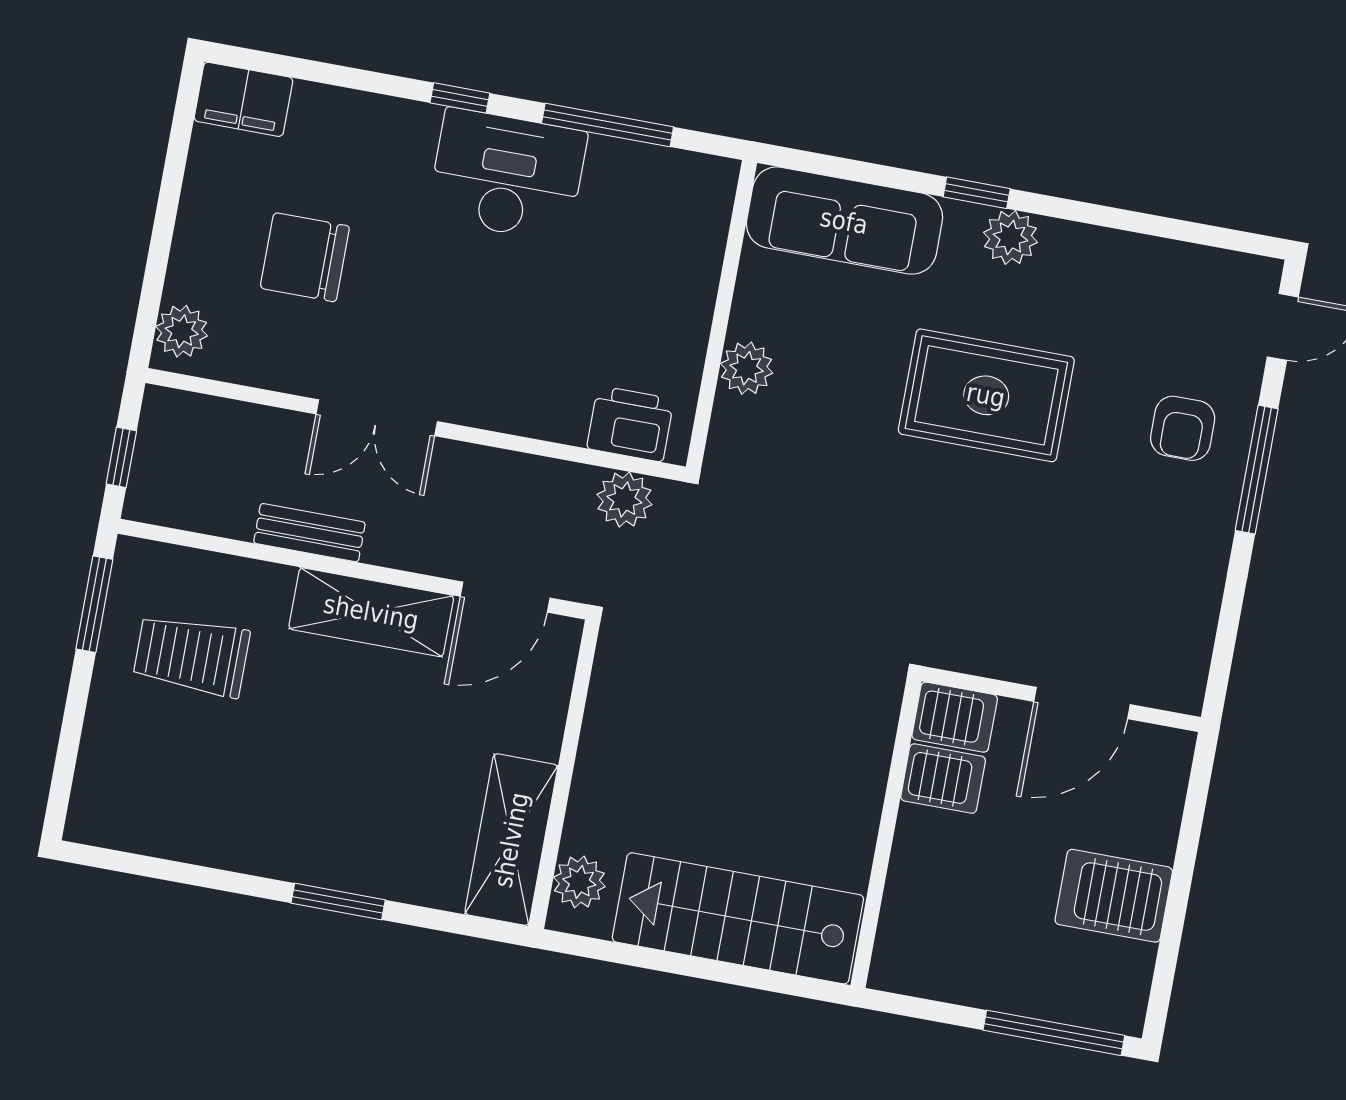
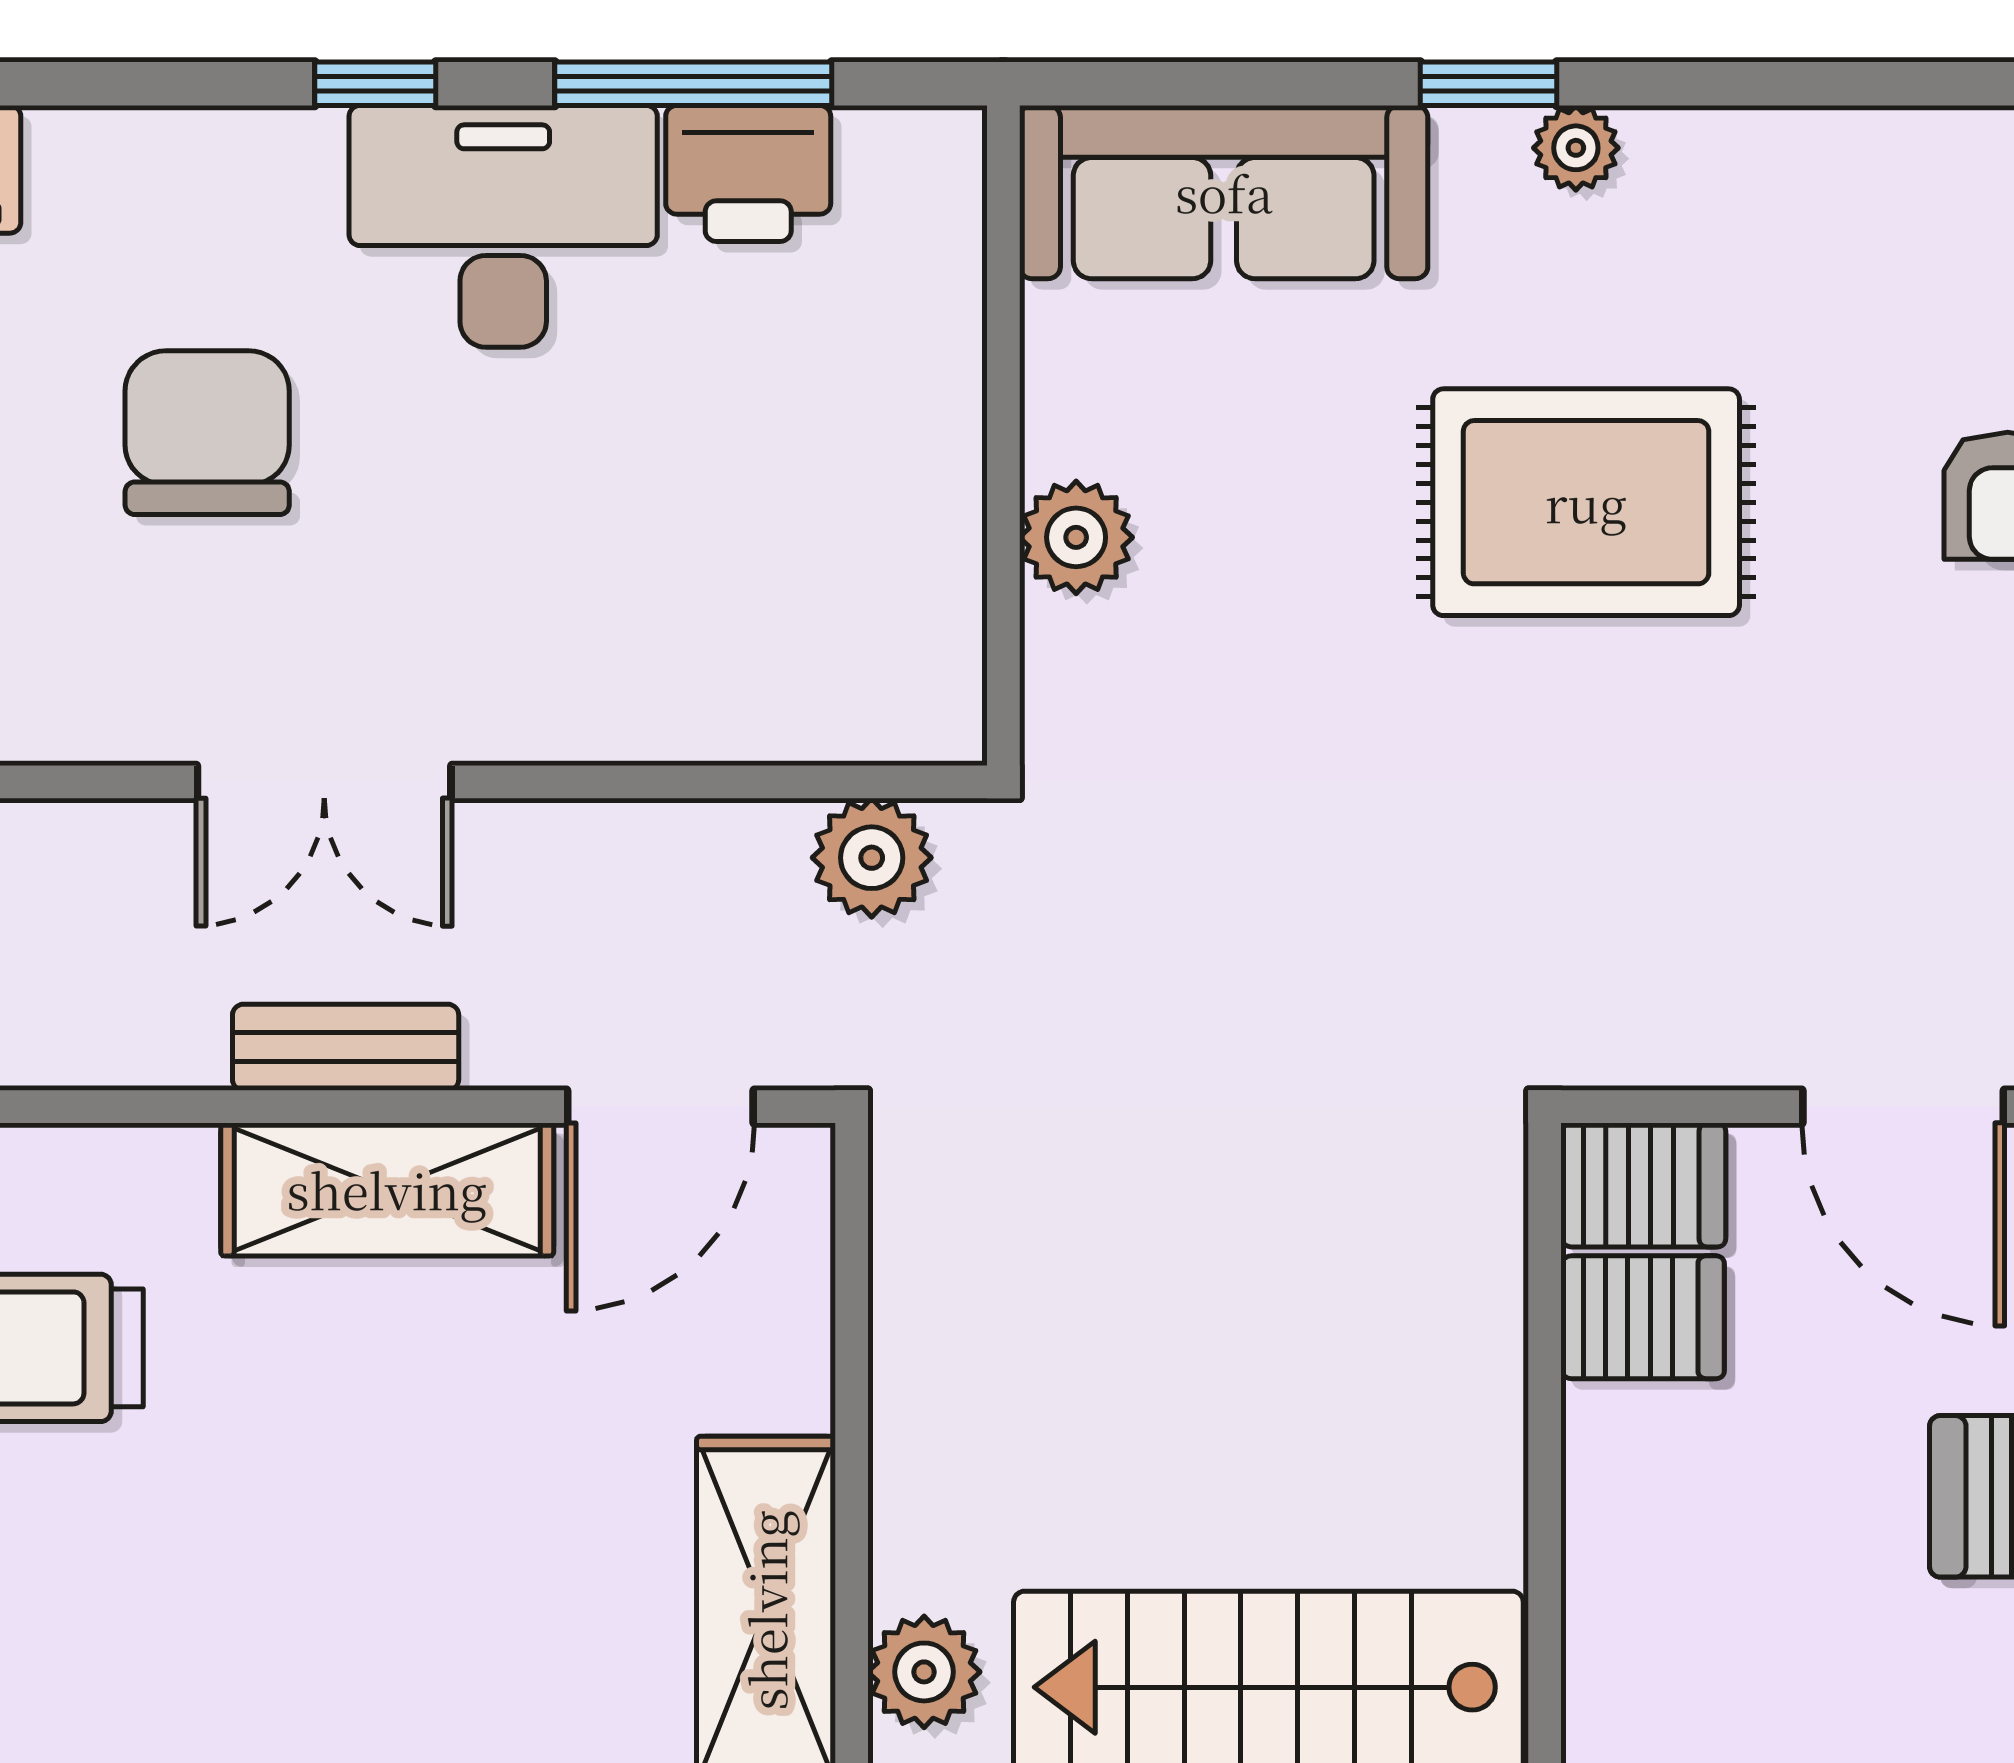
plant: (1010, 237) -> (1576, 148), width x0.73, depth x0.73
chair: (305, 257) -> (207, 433), moved, turned 90
printer: (630, 424) -> (748, 173), moved, turned 180
bench: (309, 533) -> (346, 1047), moved
door: (1082, 703) -> (1903, 1107), hinge flipped

